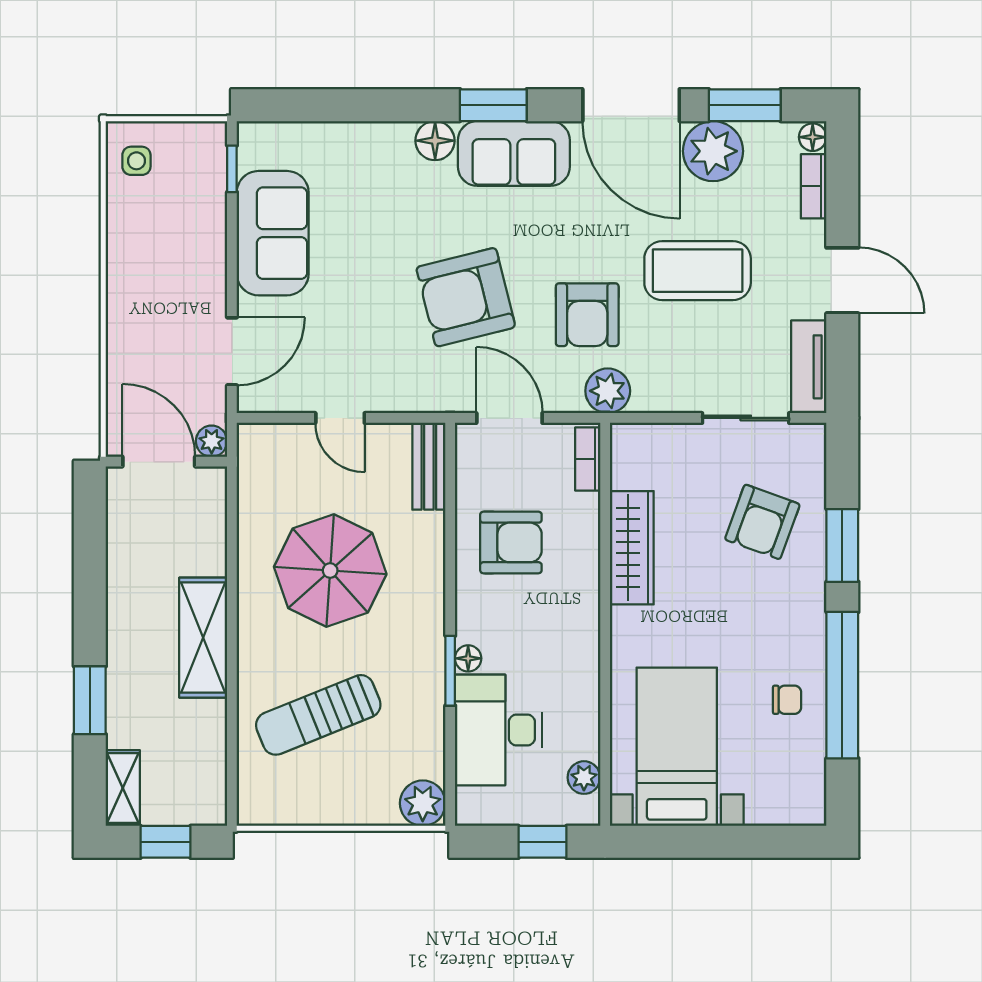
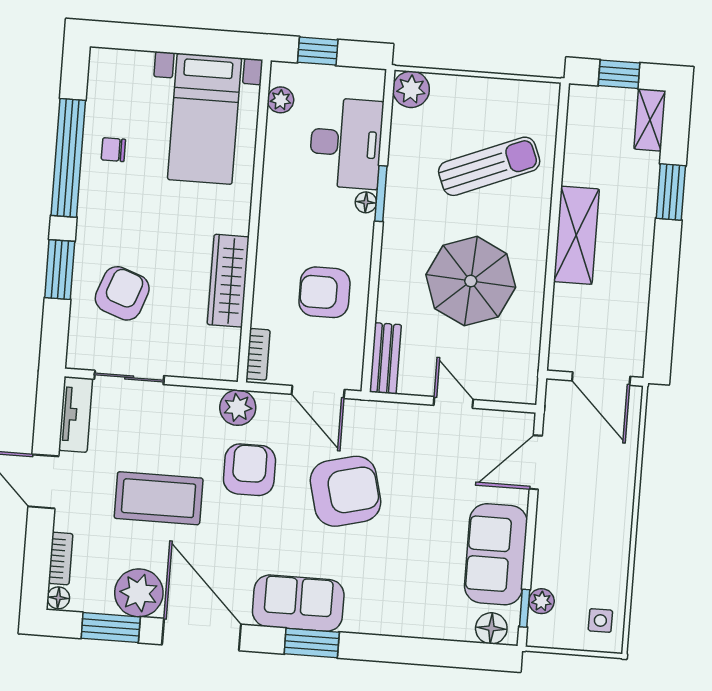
floor lamp: (435, 141) -> (491, 628), moved
plant: (212, 441) -> (542, 601), moved

